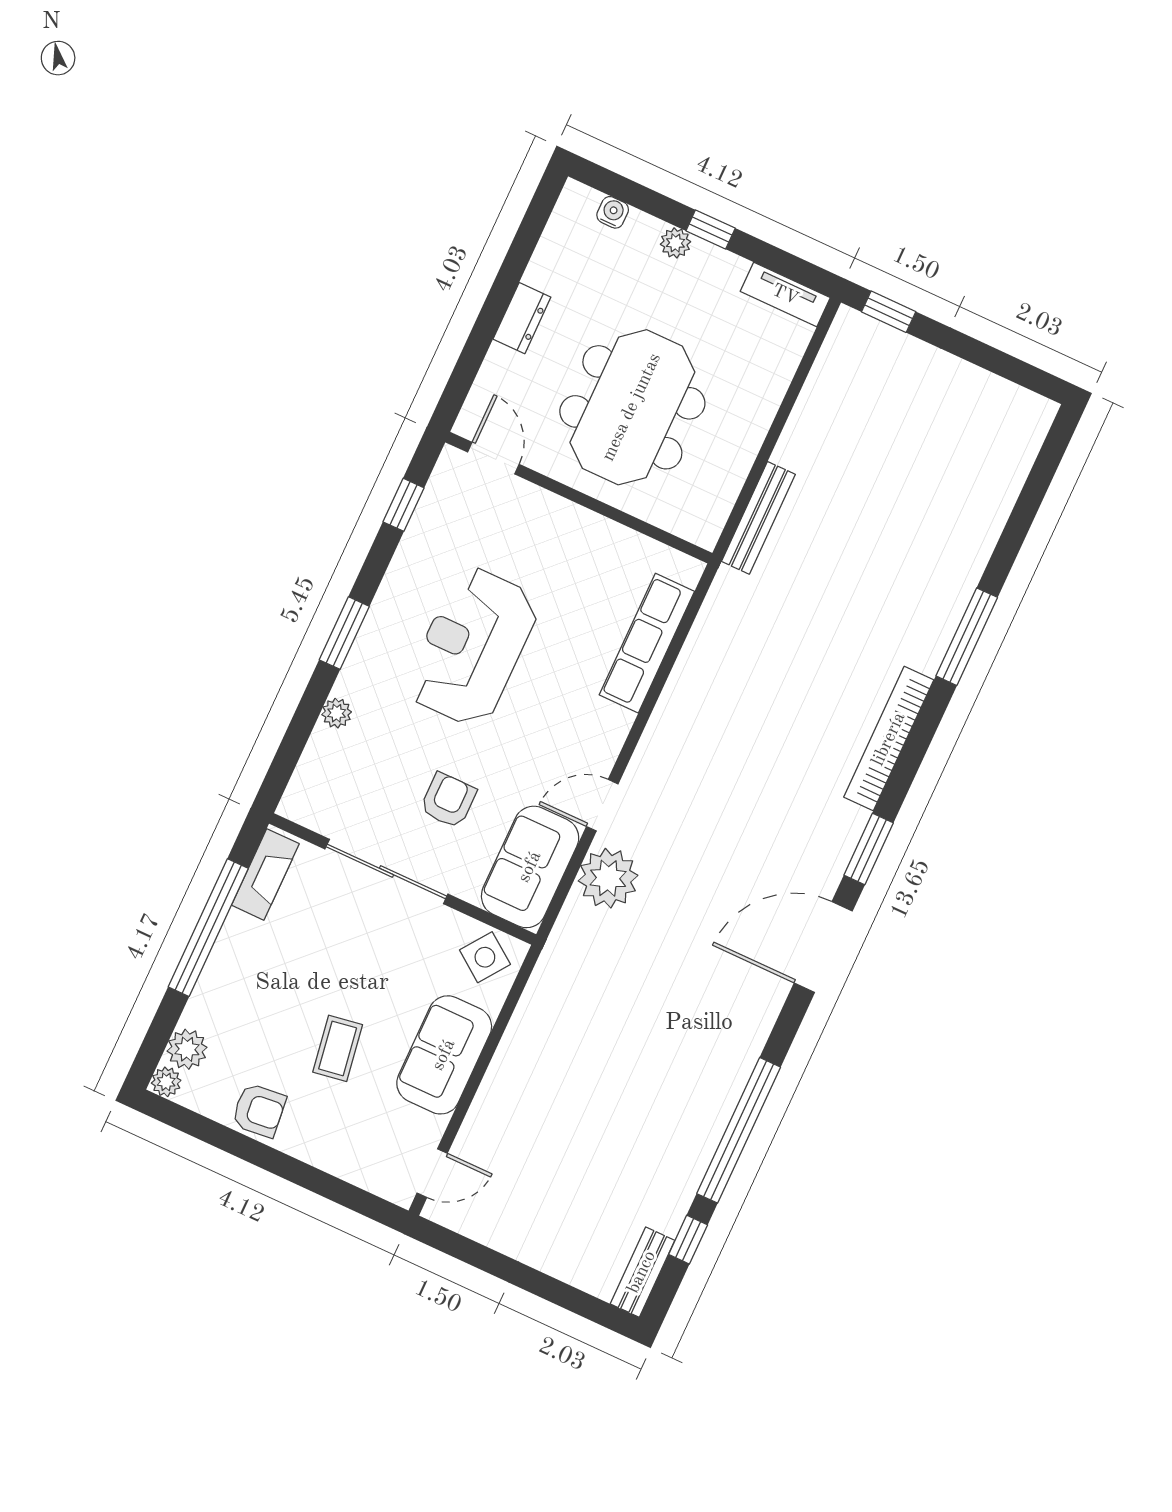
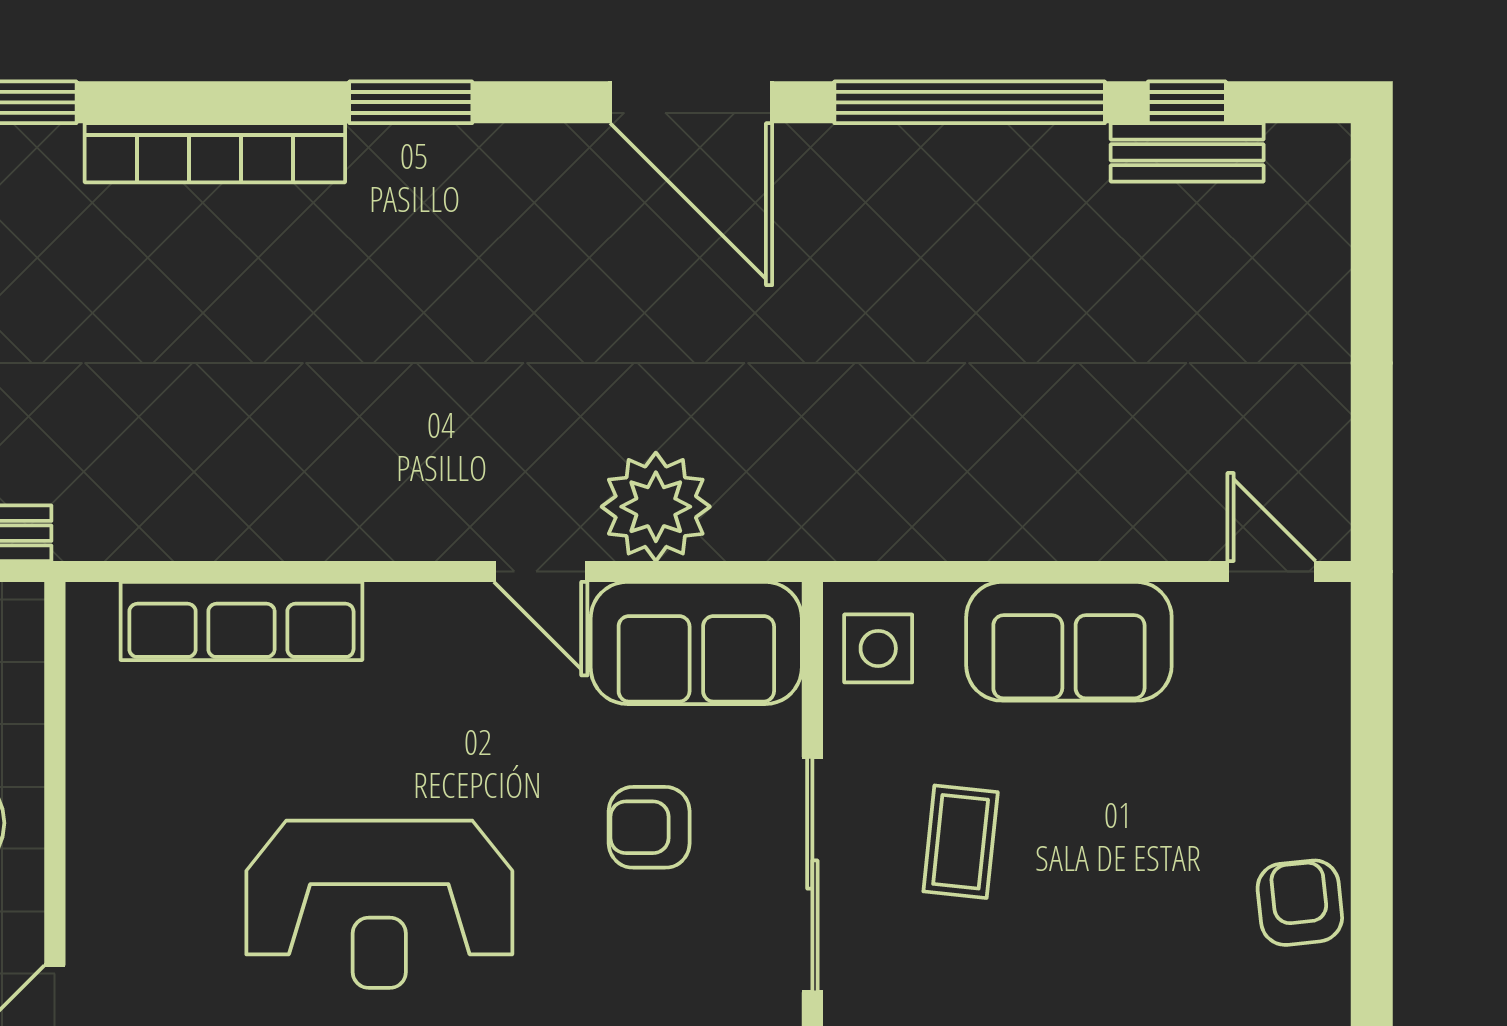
door: (823, 947) -> (691, 102), moved
side table: (485, 957) -> (878, 648), turned -36
coffee table: (338, 1048) -> (961, 842), moved, turned -75
bench: (642, 1272) -> (1187, 152), moved

